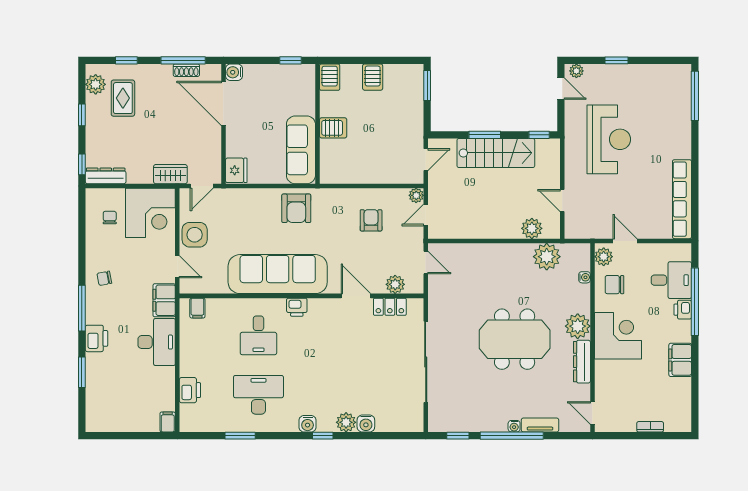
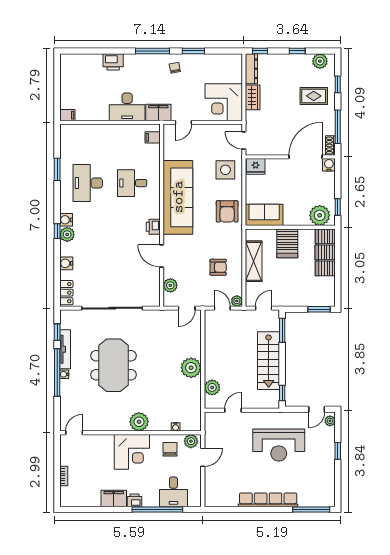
shoe rack: (186, 70) -> (330, 146), moved
server rack: (351, 77) -> (325, 252), added
plant: (302, 85) -> (320, 215), added
rug: (123, 98) -> (314, 96), moved
server rack: (333, 128) -> (287, 243), width x1.36, depth x1.44
window: (485, 135) -> (282, 330), moved
sofa: (301, 150) -> (264, 215), width x0.73
door: (426, 160) -> (264, 308), swing flipped
shelving: (363, 173) -> (254, 261), added
wardrobe: (170, 174) -> (253, 97), moved
row of seats: (682, 199) -> (268, 500), moved
armchair: (296, 208) -> (227, 211), turned -90
chair: (110, 218) -> (220, 72), removed
side table: (195, 235) -> (225, 170), moved
plant: (547, 257) -> (191, 368), moved
door: (356, 296) -> (162, 256), swing flipped
printer: (297, 307) -> (153, 227), moved
locker: (390, 307) -> (66, 293), moved, turned 180
printer: (683, 310) -> (135, 500), moved
printer: (97, 338) -> (113, 62), moved
meeting table: (515, 339) -> (113, 365), moved
dresser: (582, 362) -> (112, 425), removed
window: (82, 372) -> (193, 51), moved
printer: (190, 390) -> (91, 132), removed
desk: (258, 395) -> (88, 183), turned 180
plant: (346, 422) -> (67, 234), moved
tv unit: (540, 425) -> (65, 349), moved, width x1.41

